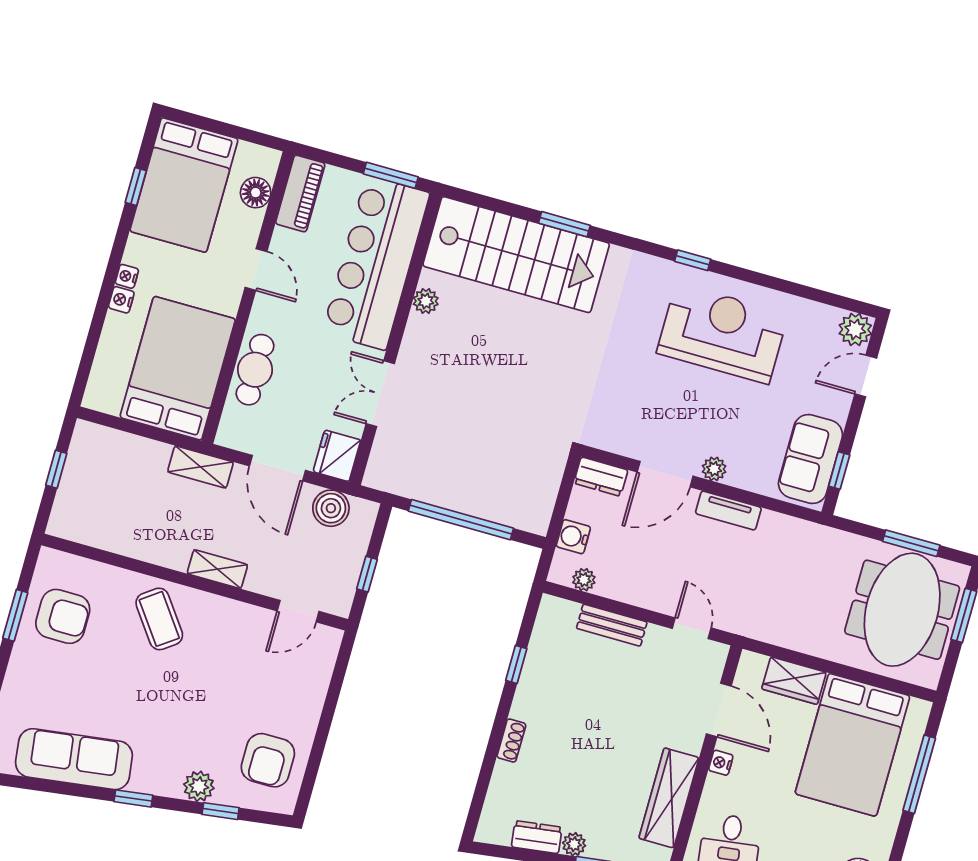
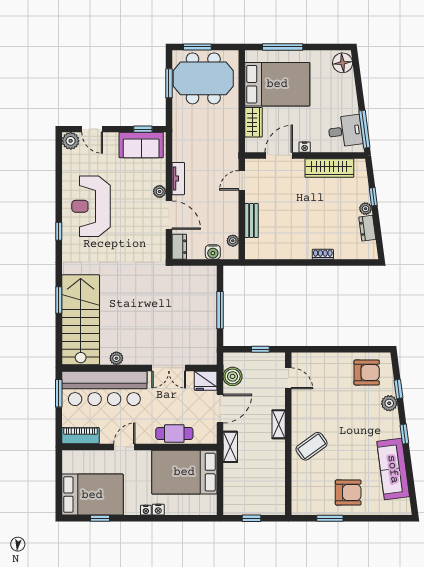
floor lamp: (256, 193) -> (86, 458), removed
window: (461, 520) -> (220, 310), width x0.68
armchair: (63, 616) -> (348, 493), moved, turned 90
window: (516, 665) -> (284, 262), removed

